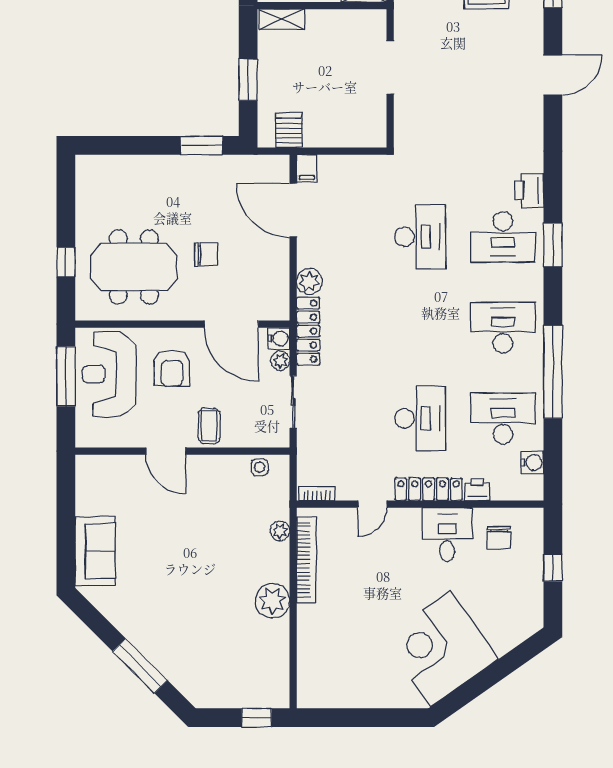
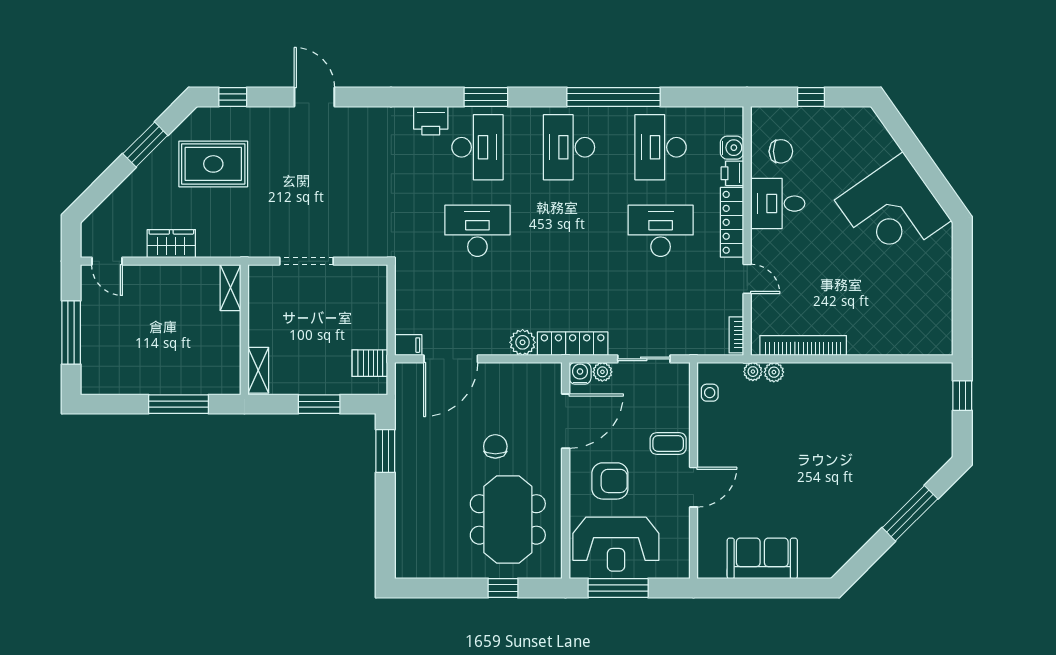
water cooler: (532, 462) -> (732, 148), moved, turned 90
sofa: (95, 551) -> (762, 558), moved
plant: (272, 601) -> (753, 372), moved, width x0.53, depth x0.53

